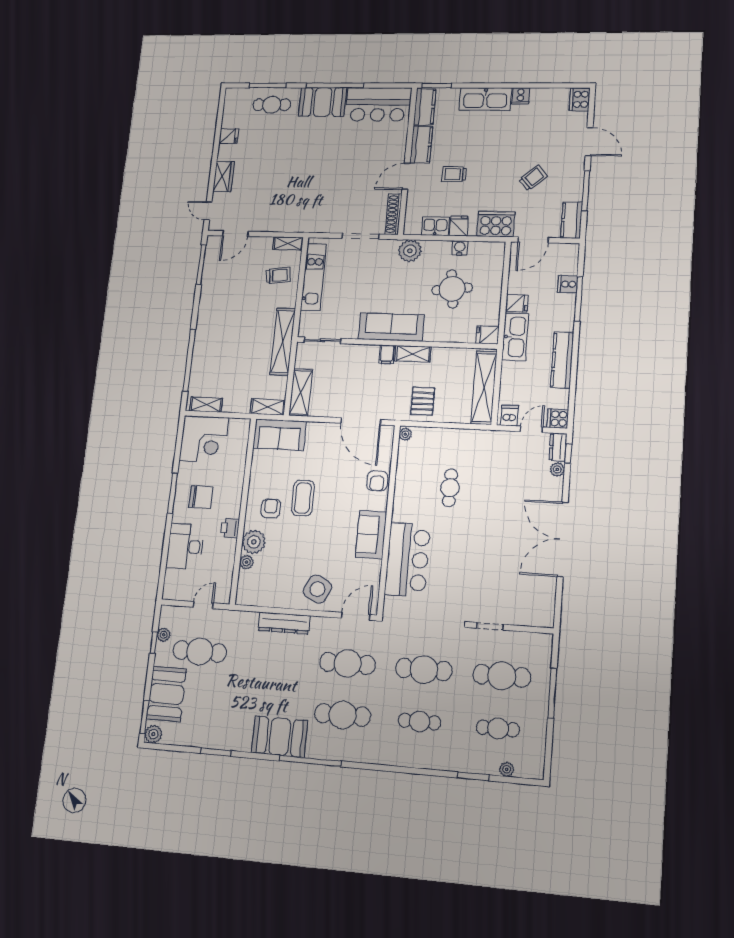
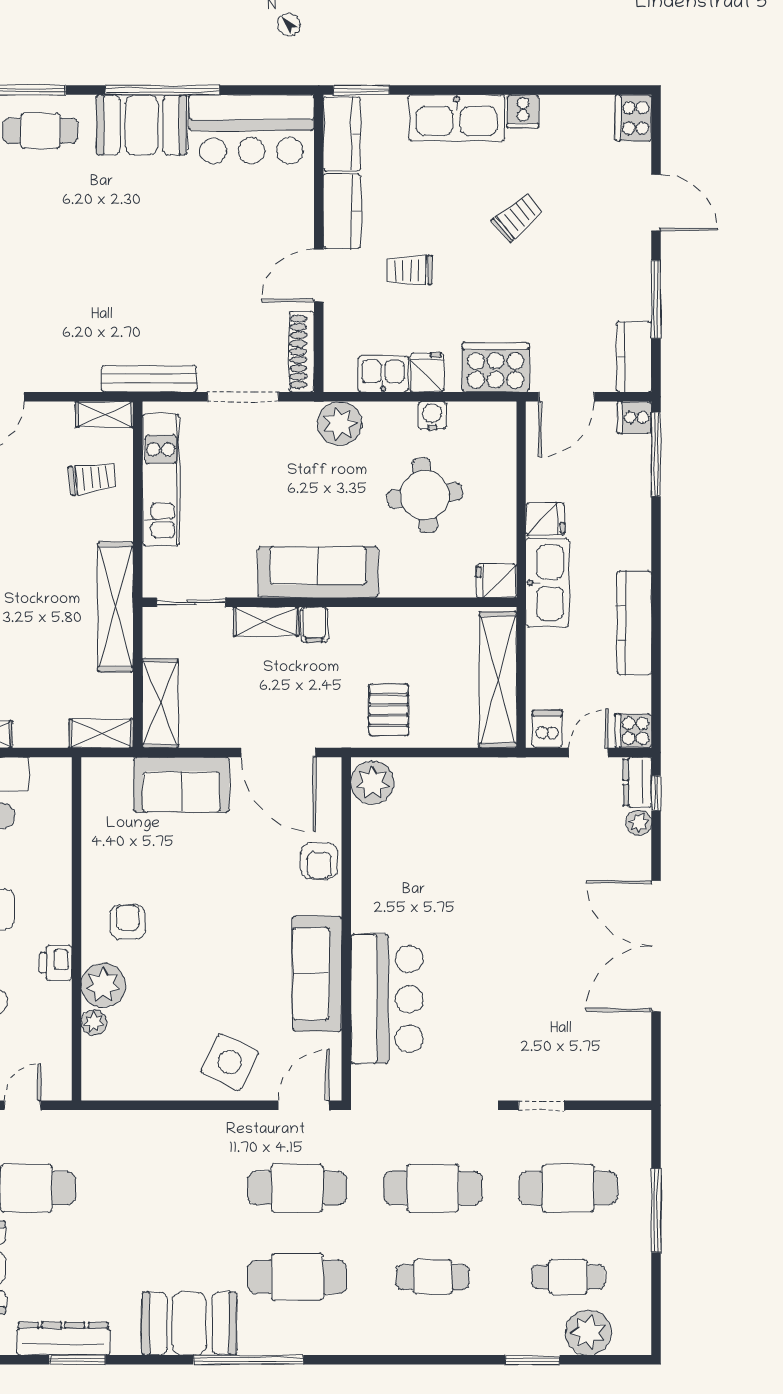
trolley: (533, 178) -> (517, 217), moved
bench: (313, 226) -> (149, 379), added
cooker: (568, 284) -> (634, 418), moved
window: (579, 299) -> (656, 454), moved
shelving: (413, 354) -> (266, 621), moved
plant: (405, 434) -> (372, 783), width x1.88, depth x1.88
sofa: (279, 435) -> (181, 785), moved
cafe table: (450, 488) -> (451, 866), removed
coffee table: (303, 498) -> (186, 900), removed
sofa: (371, 535) -> (317, 974), width x1.36
dresser: (284, 623) -> (63, 1339), moved, turned 180
plant: (507, 769) -> (588, 1333), width x1.88, depth x1.88

